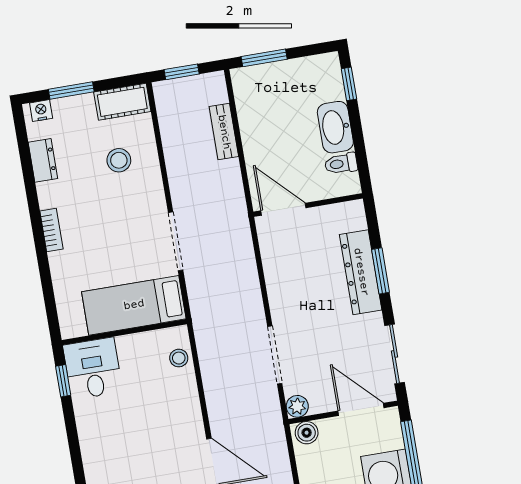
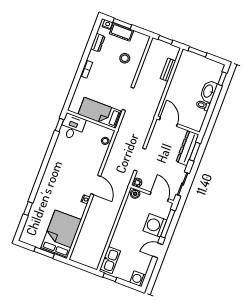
cot: (122, 102) -> (122, 32), moved
wall: (308, 205) -> (178, 125), moved
door: (283, 209) -> (168, 122), moved

